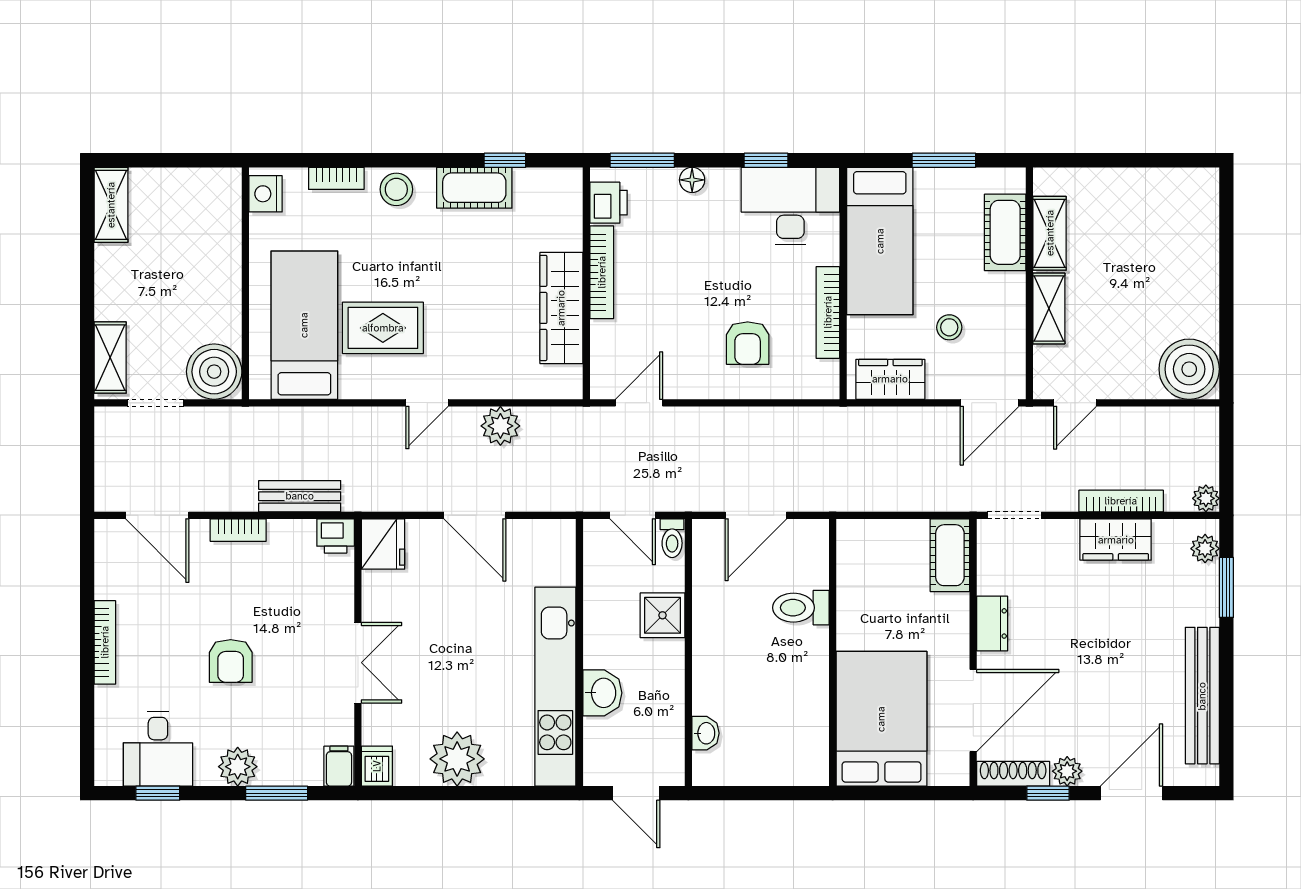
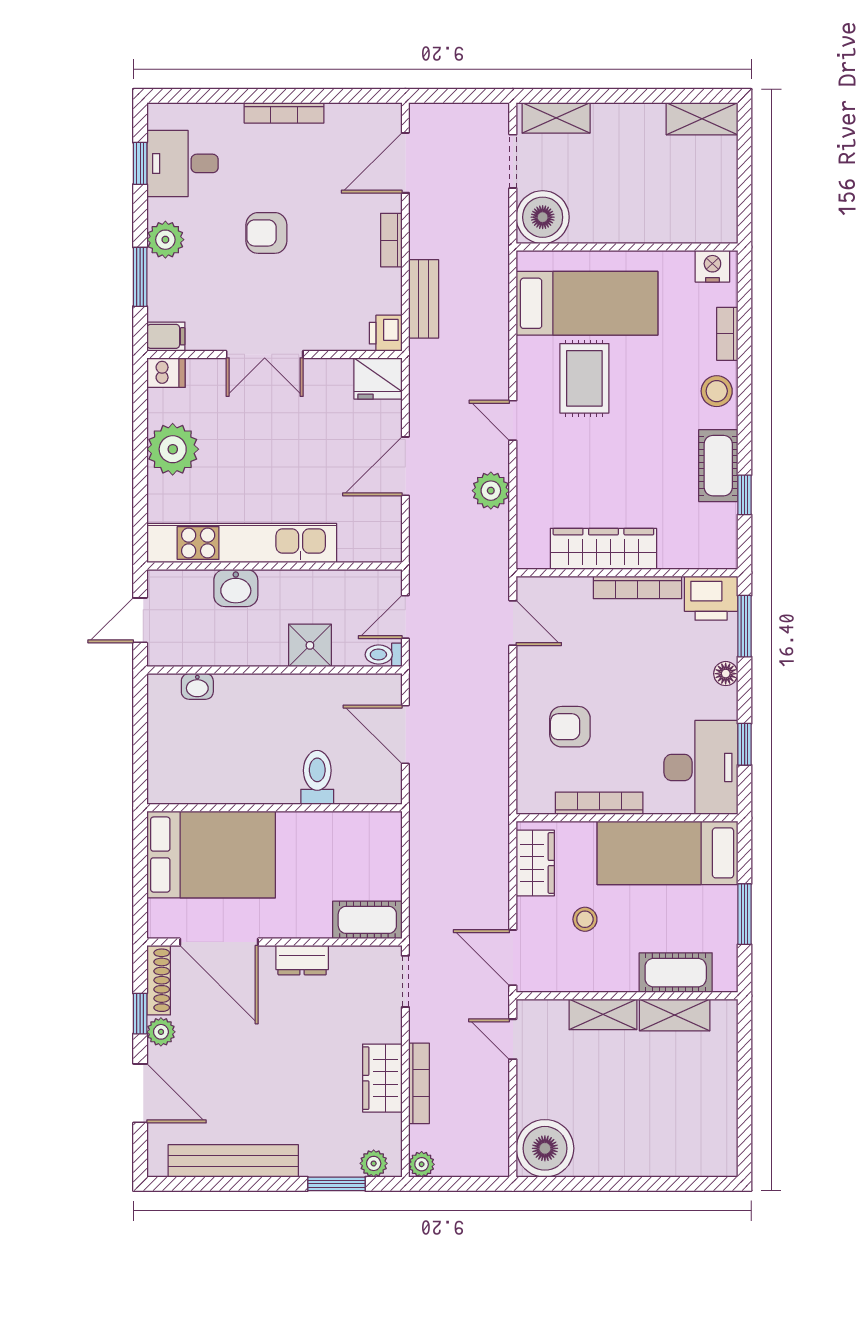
printer: (609, 203) -> (711, 598), width x1.36, depth x1.24

